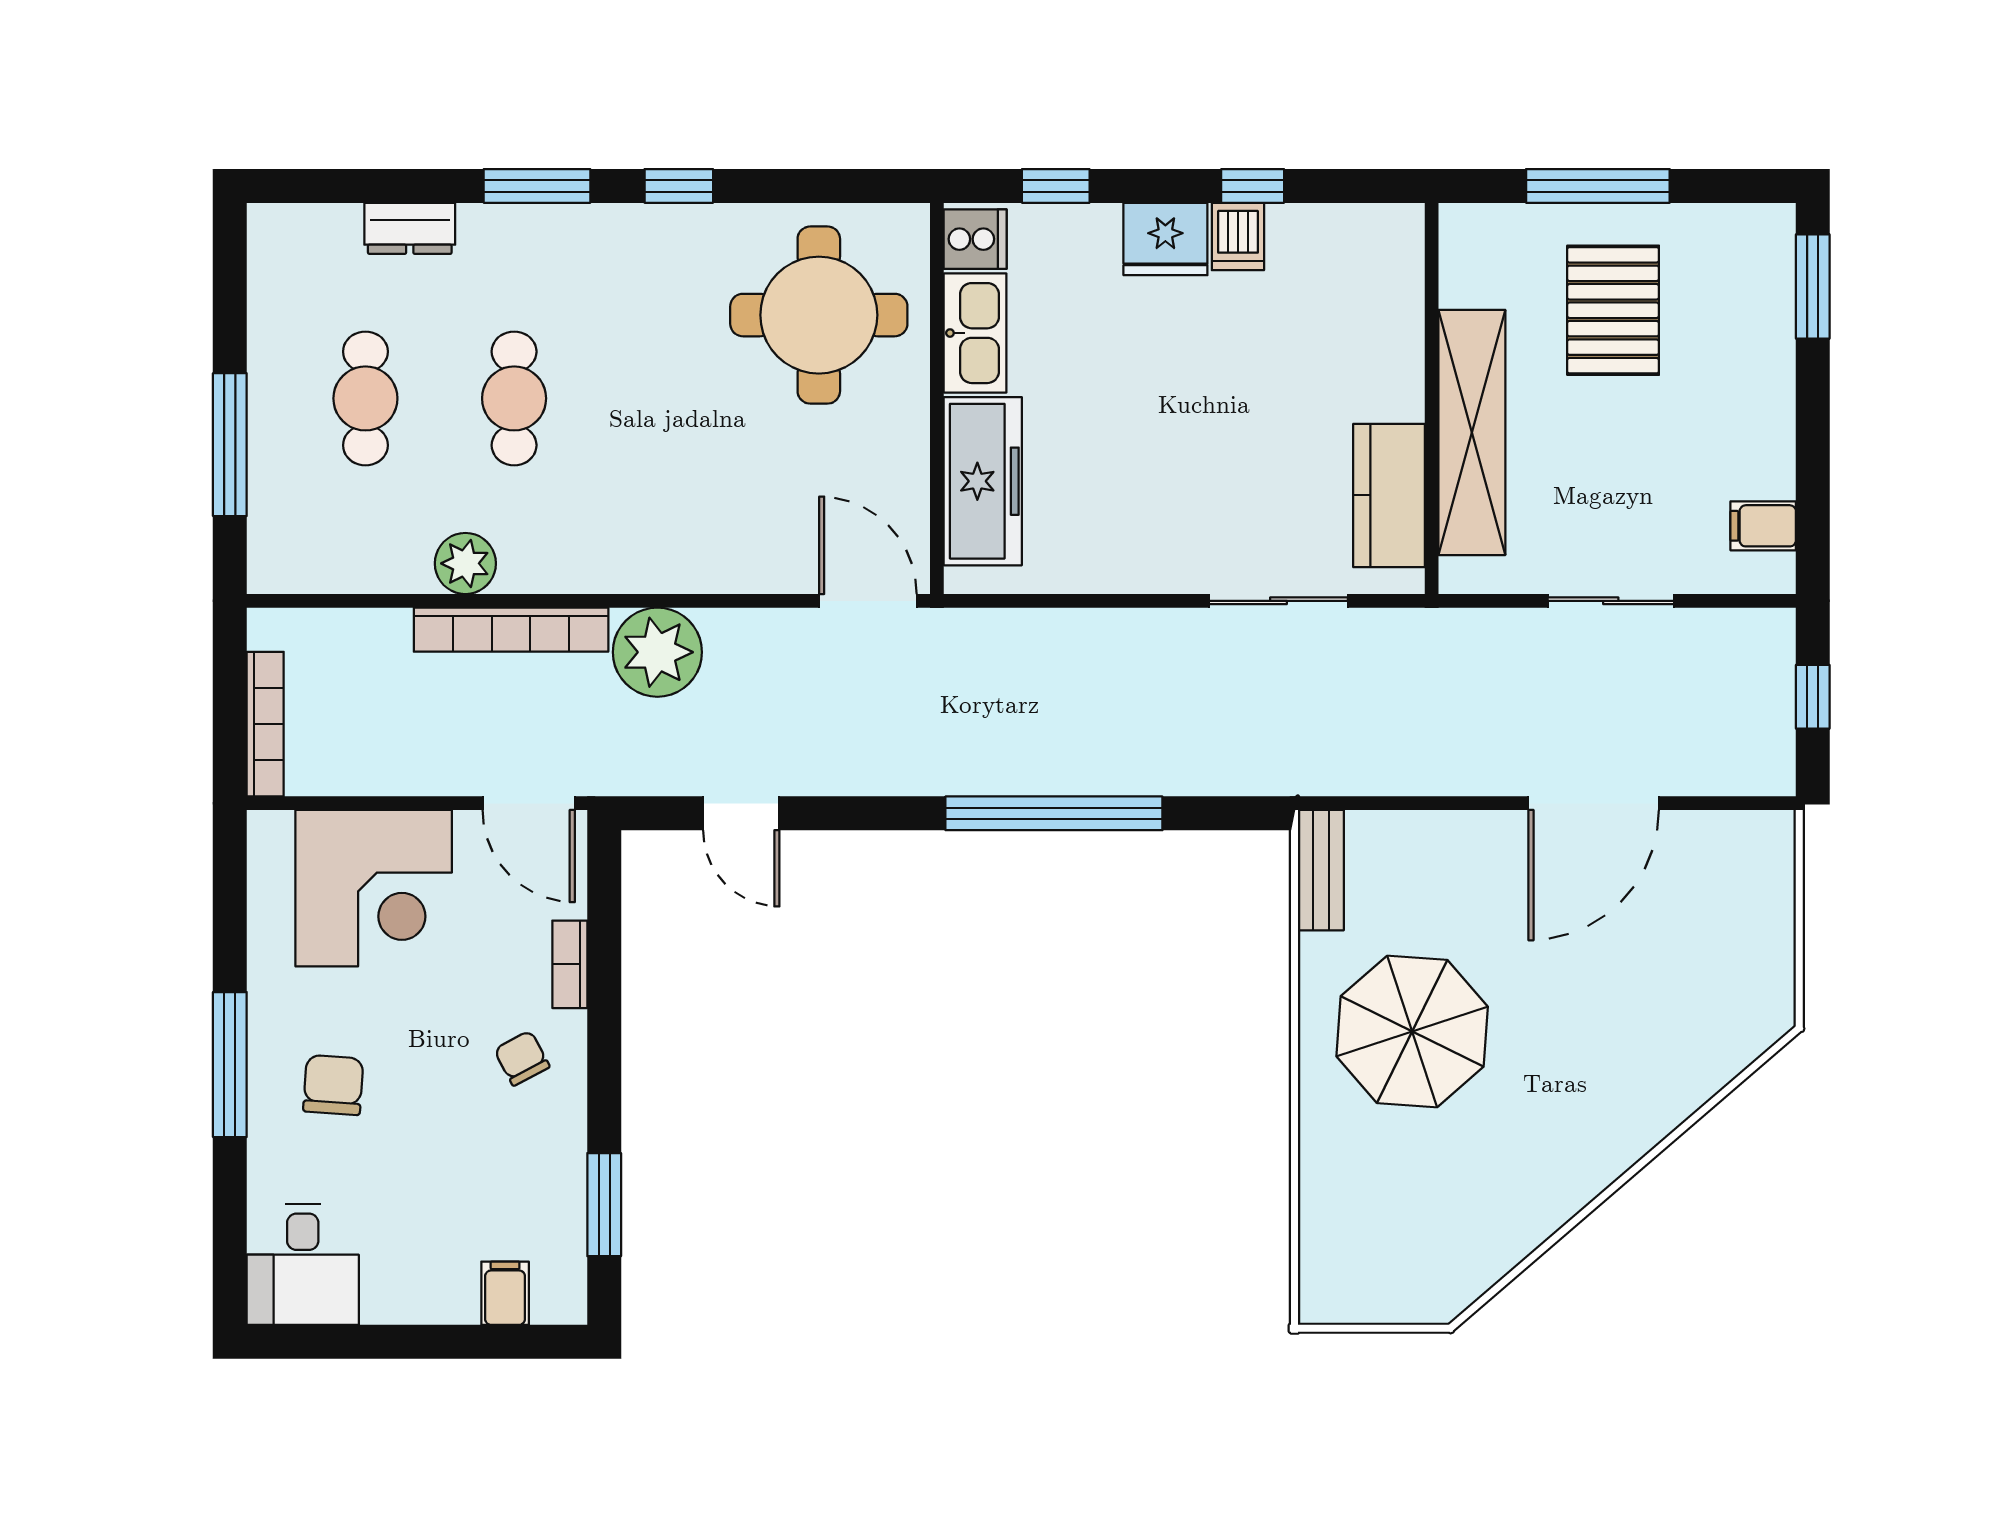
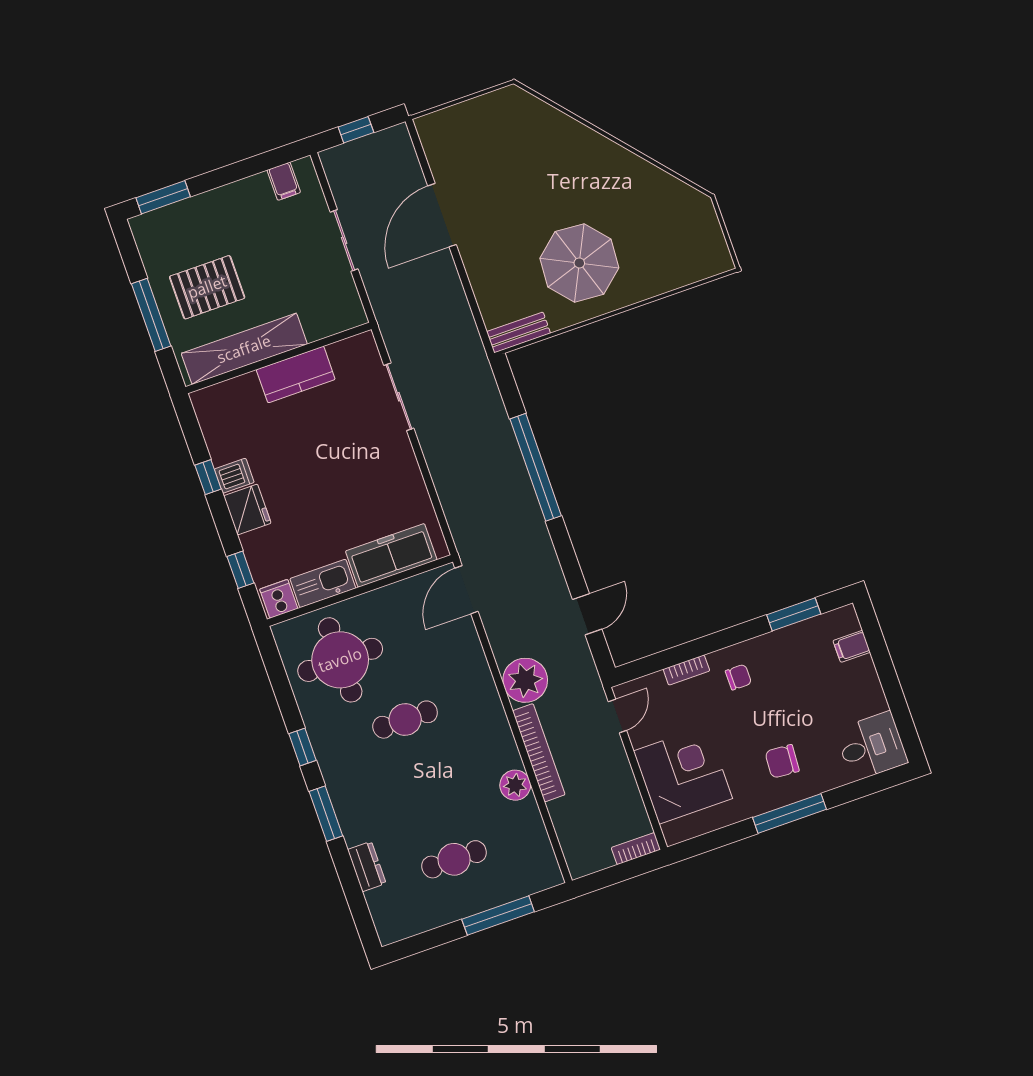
cafe table: (514, 398) -> (405, 720), moved
shelving: (1472, 432) -> (244, 349), moved
kitchen counter: (1389, 495) -> (296, 374), moved
bookcase: (265, 724) -> (636, 849), width x0.64
door: (529, 803) -> (617, 716), width x0.73
door: (1594, 803) -> (442, 215), swing flipped
chair: (522, 1058) -> (738, 677), turned -152

